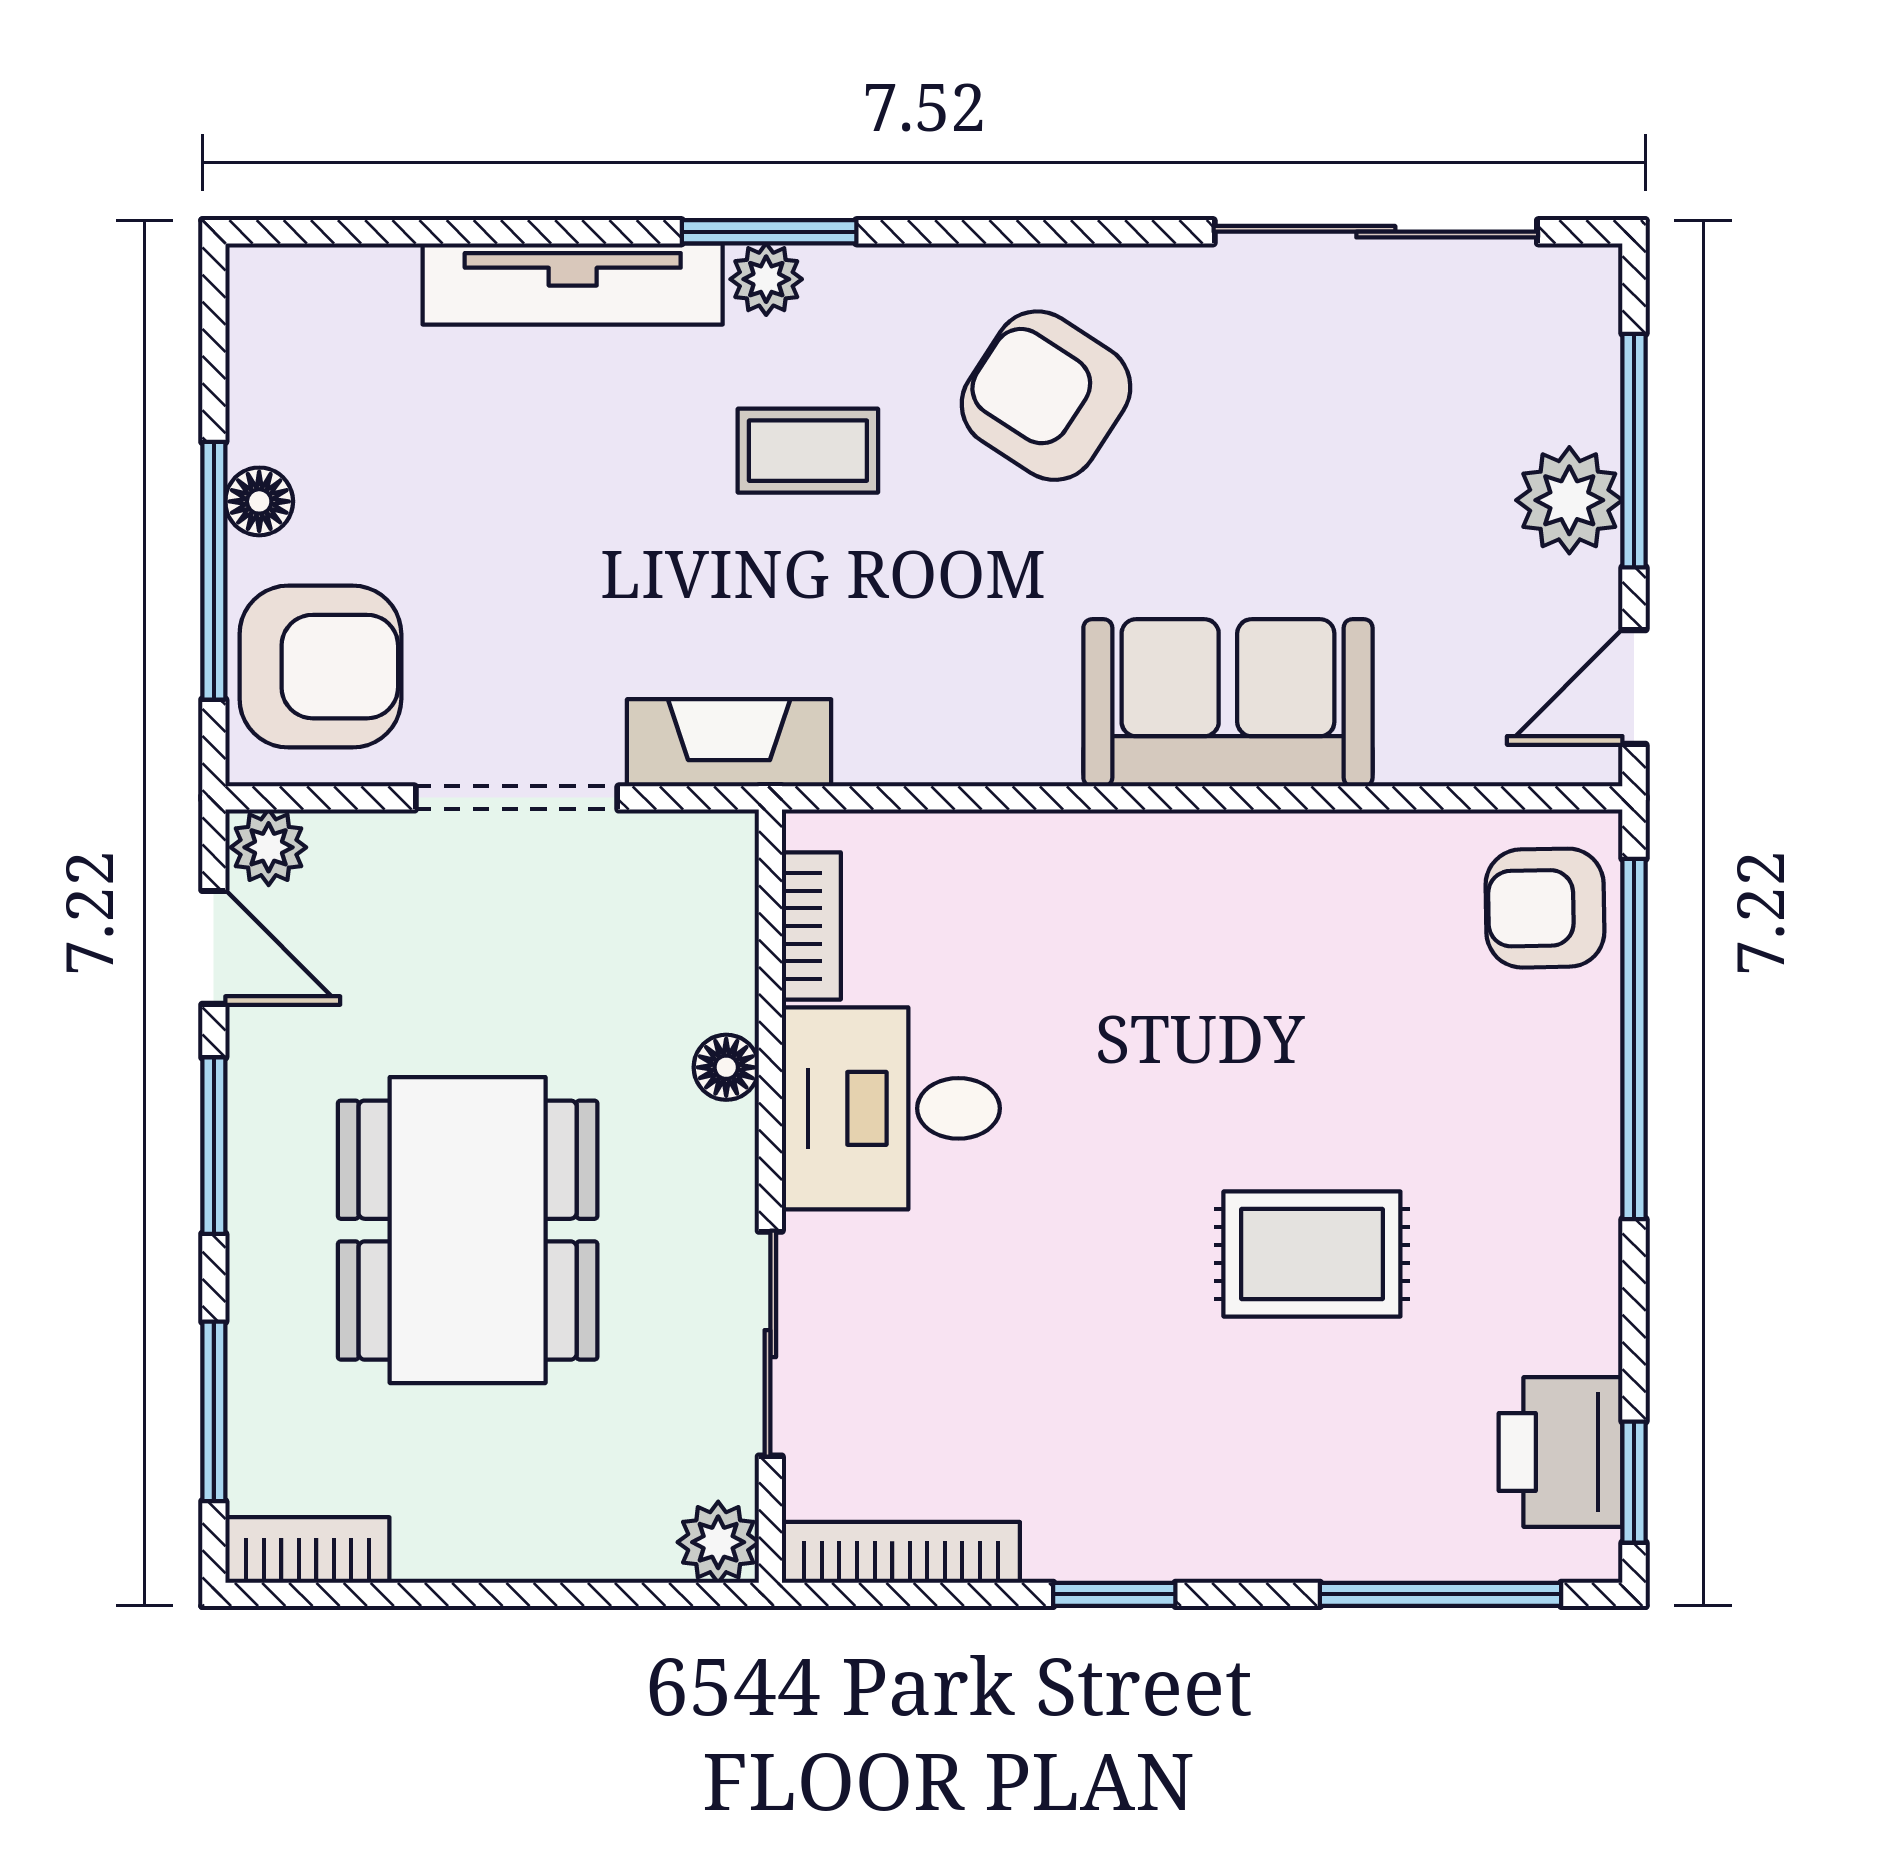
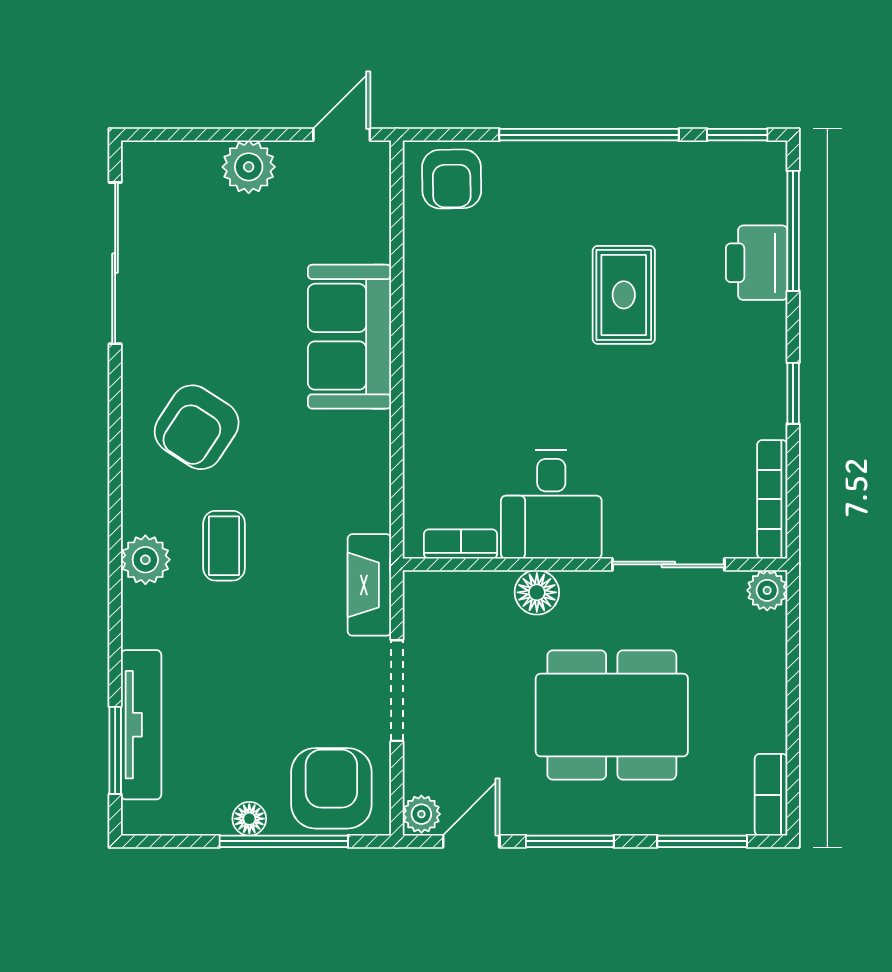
window: (769, 232) -> (115, 750), moved
plant: (766, 279) -> (145, 560), width x1.38, depth x1.38
tv unit: (573, 284) -> (141, 725), moved
window: (1634, 451) -> (224, 135), removed
door: (1634, 687) -> (342, 135), swing flipped
window: (1634, 1039) -> (589, 135), moved
floor lamp: (726, 1067) -> (537, 592), width x1.37, depth x1.37
printer: (1561, 1452) -> (757, 263), moved, turned 90

